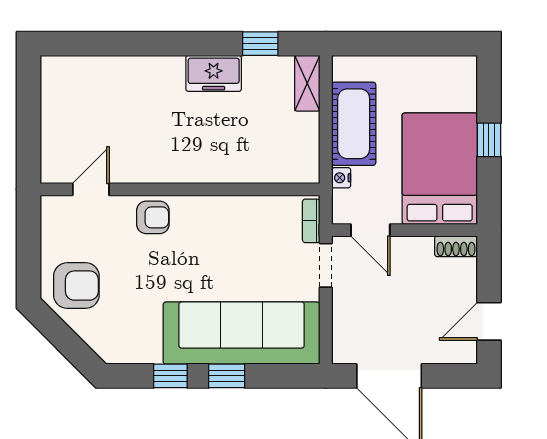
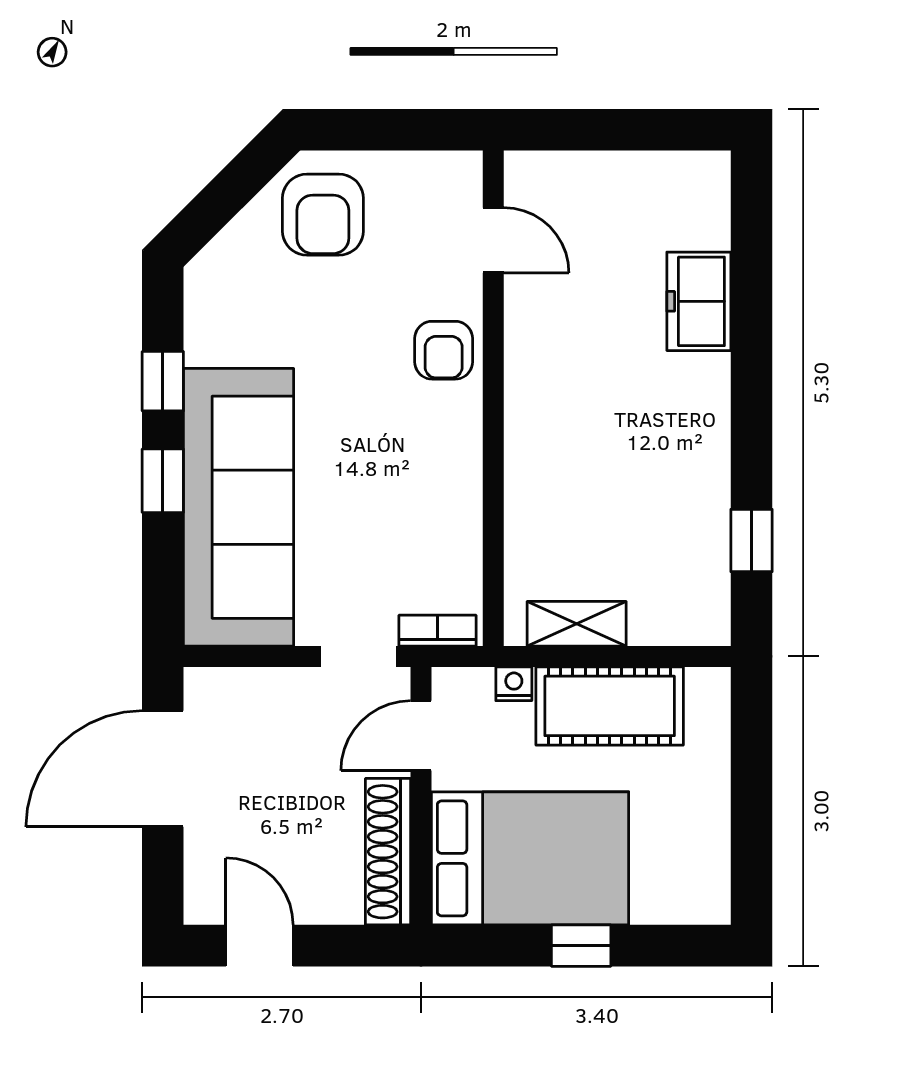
freezer: (214, 73) -> (699, 301), moved
shelving: (307, 83) -> (577, 624), moved
shoe rack: (456, 246) -> (388, 852), width x1.94, depth x1.24

